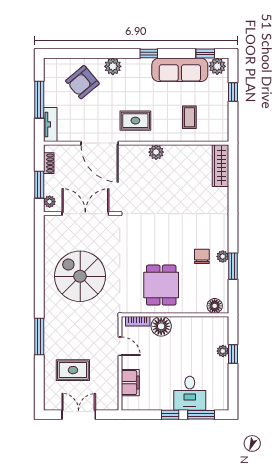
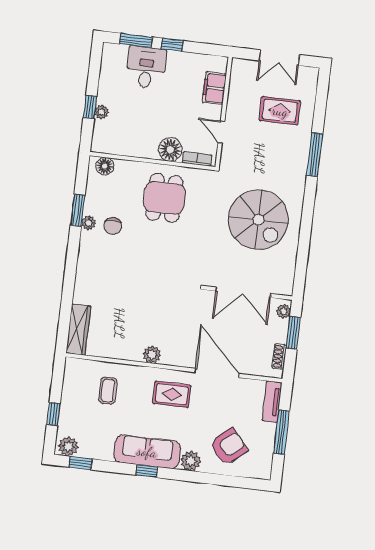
sofa: (180, 70) -> (147, 452), moved

